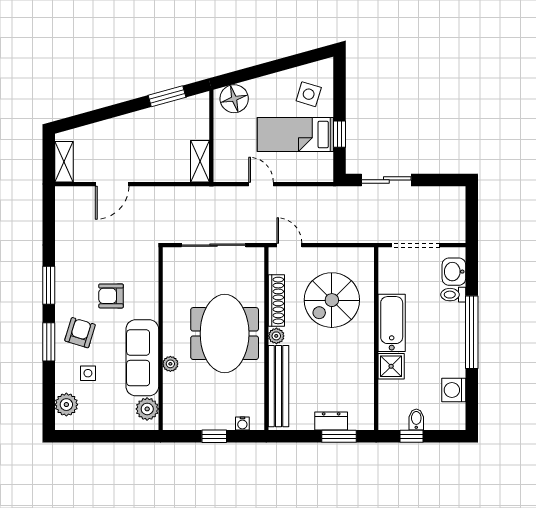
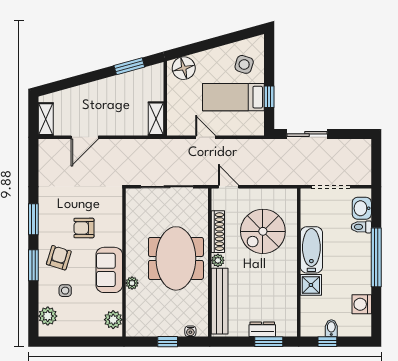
sofa: (142, 358) -> (109, 270), width x0.73

